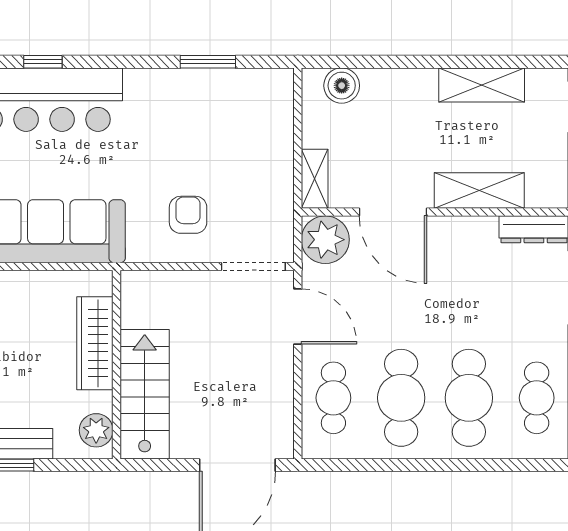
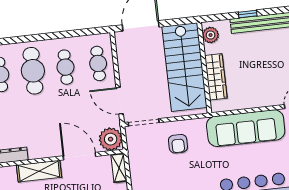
stairs: (145, 394) -> (184, 67), width x1.36, depth x1.51
cafe table: (401, 398) -> (65, 67), width x0.73, depth x0.74

